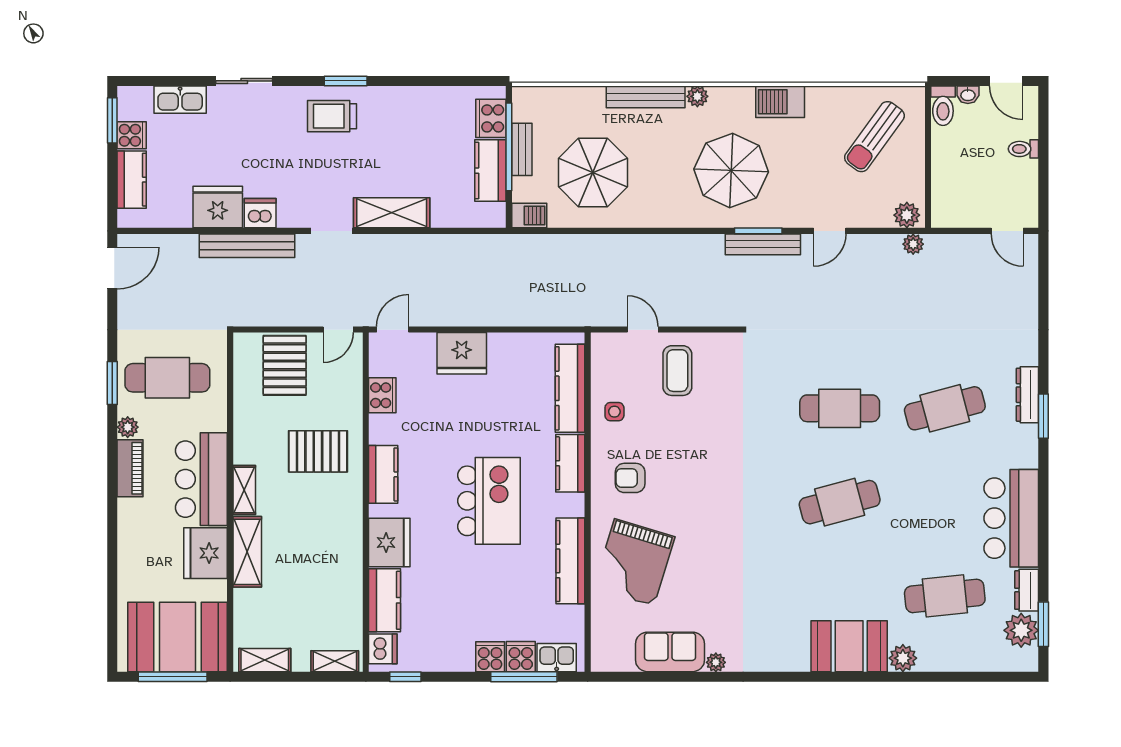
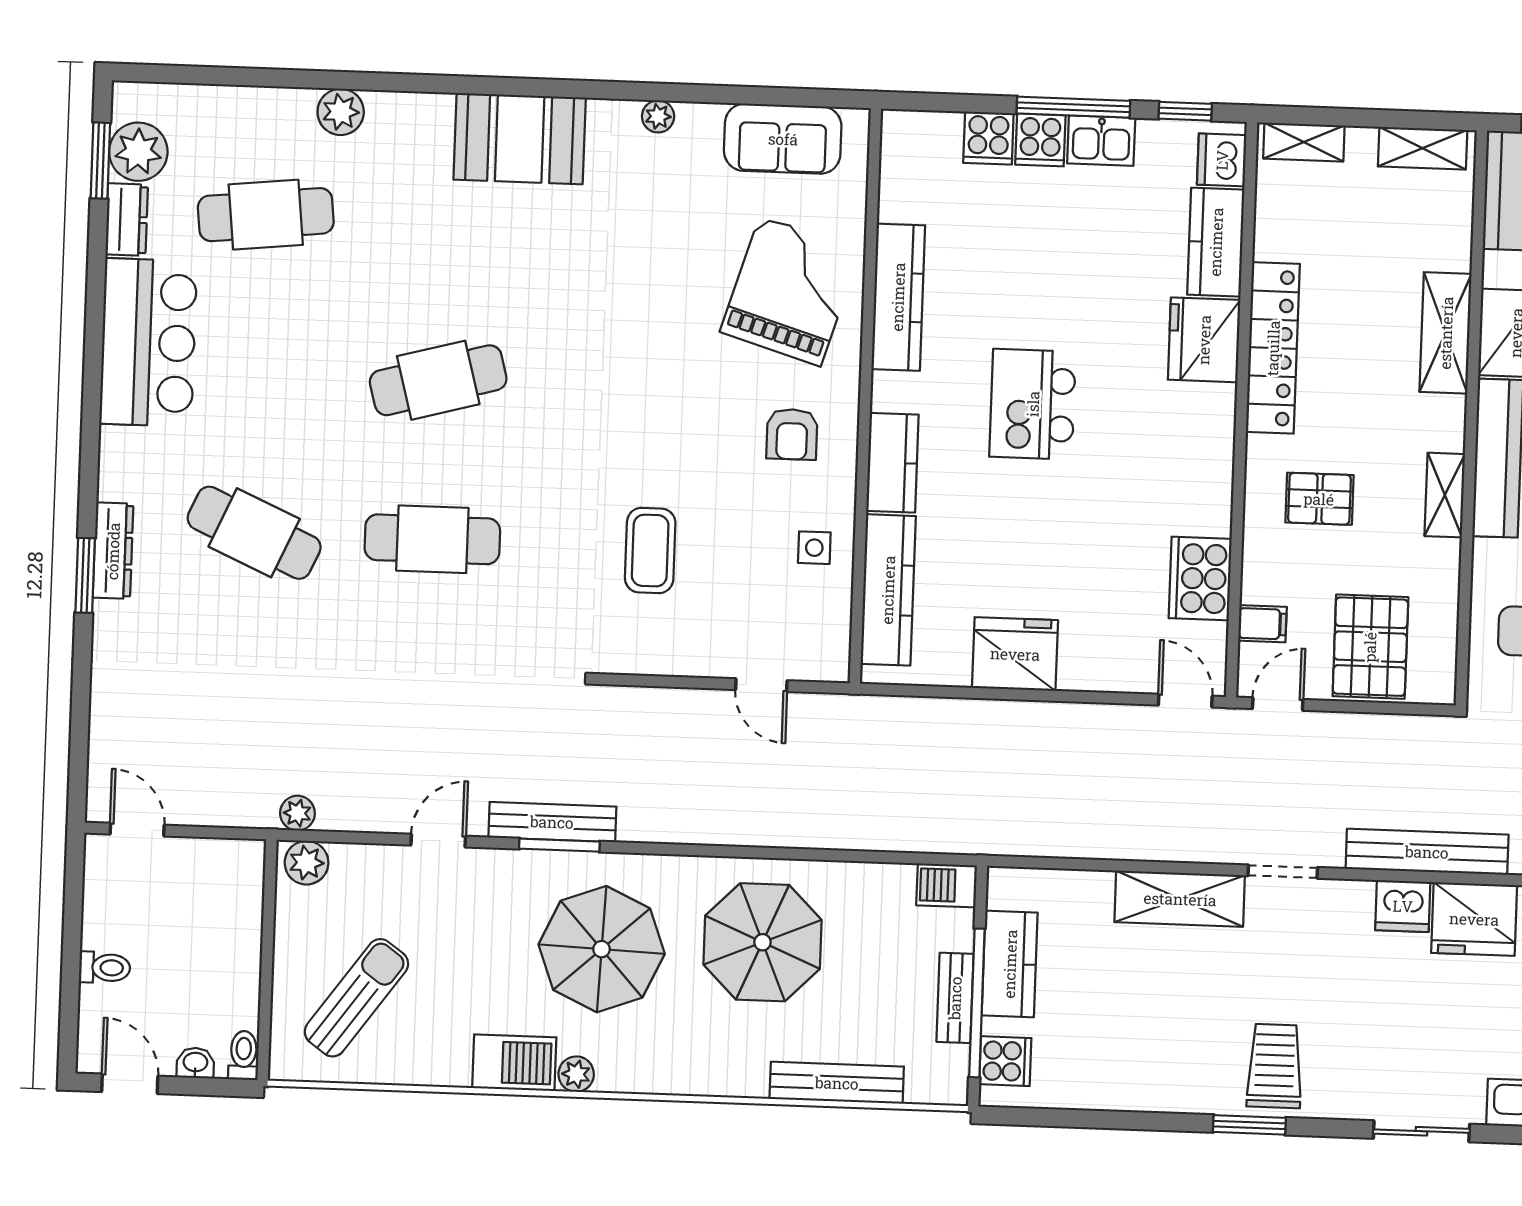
plant: (697, 96) -> (576, 1074), moved
bench: (646, 97) -> (837, 1083), moved
toilet: (943, 106) -> (244, 1055), width x0.73, depth x0.72
trolley: (332, 116) -> (1275, 1066), turned -90
cooker: (491, 118) -> (1005, 1061), width x0.73
parasol: (593, 172) -> (762, 942), moved
door: (393, 330) -> (1185, 701), swing flipped
fridge: (462, 353) -> (1015, 654), moved
coffee table: (677, 371) -> (650, 551), moved
filing cabinet: (349, 376) -> (1262, 624), added
cooker: (382, 395) -> (1200, 578), width x1.37, depth x1.31
cafe table: (945, 408) -> (254, 533), turned 39
window: (1043, 416) -> (85, 575), moved
pallet: (318, 451) -> (1319, 499), width x0.67, depth x0.71
kitchen counter: (383, 474) -> (1210, 456), removed
armchair: (630, 478) -> (792, 434), turned 90
shelving: (244, 490) -> (1445, 495), moved
kitchen island: (489, 501) -> (1033, 404), width x0.73, depth x0.78
locker: (349, 539) -> (1273, 348), added
booth: (849, 646) -> (520, 139), moved
sofa: (670, 652) -> (783, 139), moved
kitchen sink: (557, 658) -> (1101, 141), moved
window: (524, 677) -> (1073, 107), moved

